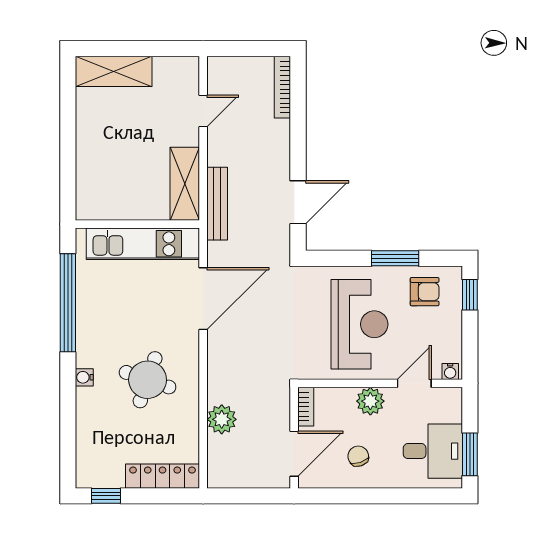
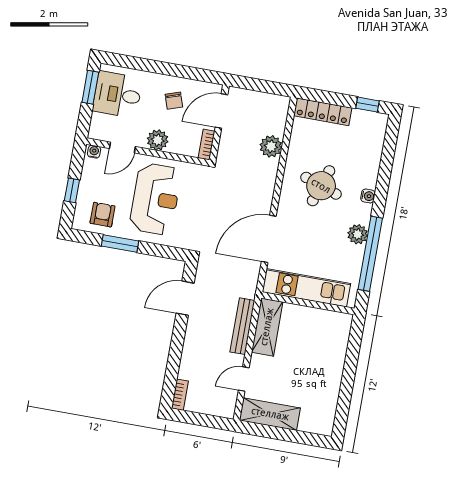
shelving: (114, 71) -> (270, 414), moved
bookcase: (282, 87) -> (180, 395), width x0.64
bench: (217, 204) -> (242, 326), moved
armchair: (425, 292) -> (102, 215), turned 90
window: (470, 295) -> (72, 190), moved
reception desk: (360, 324) -> (155, 199), turned 180
plant: (89, 325) -> (358, 234), added

